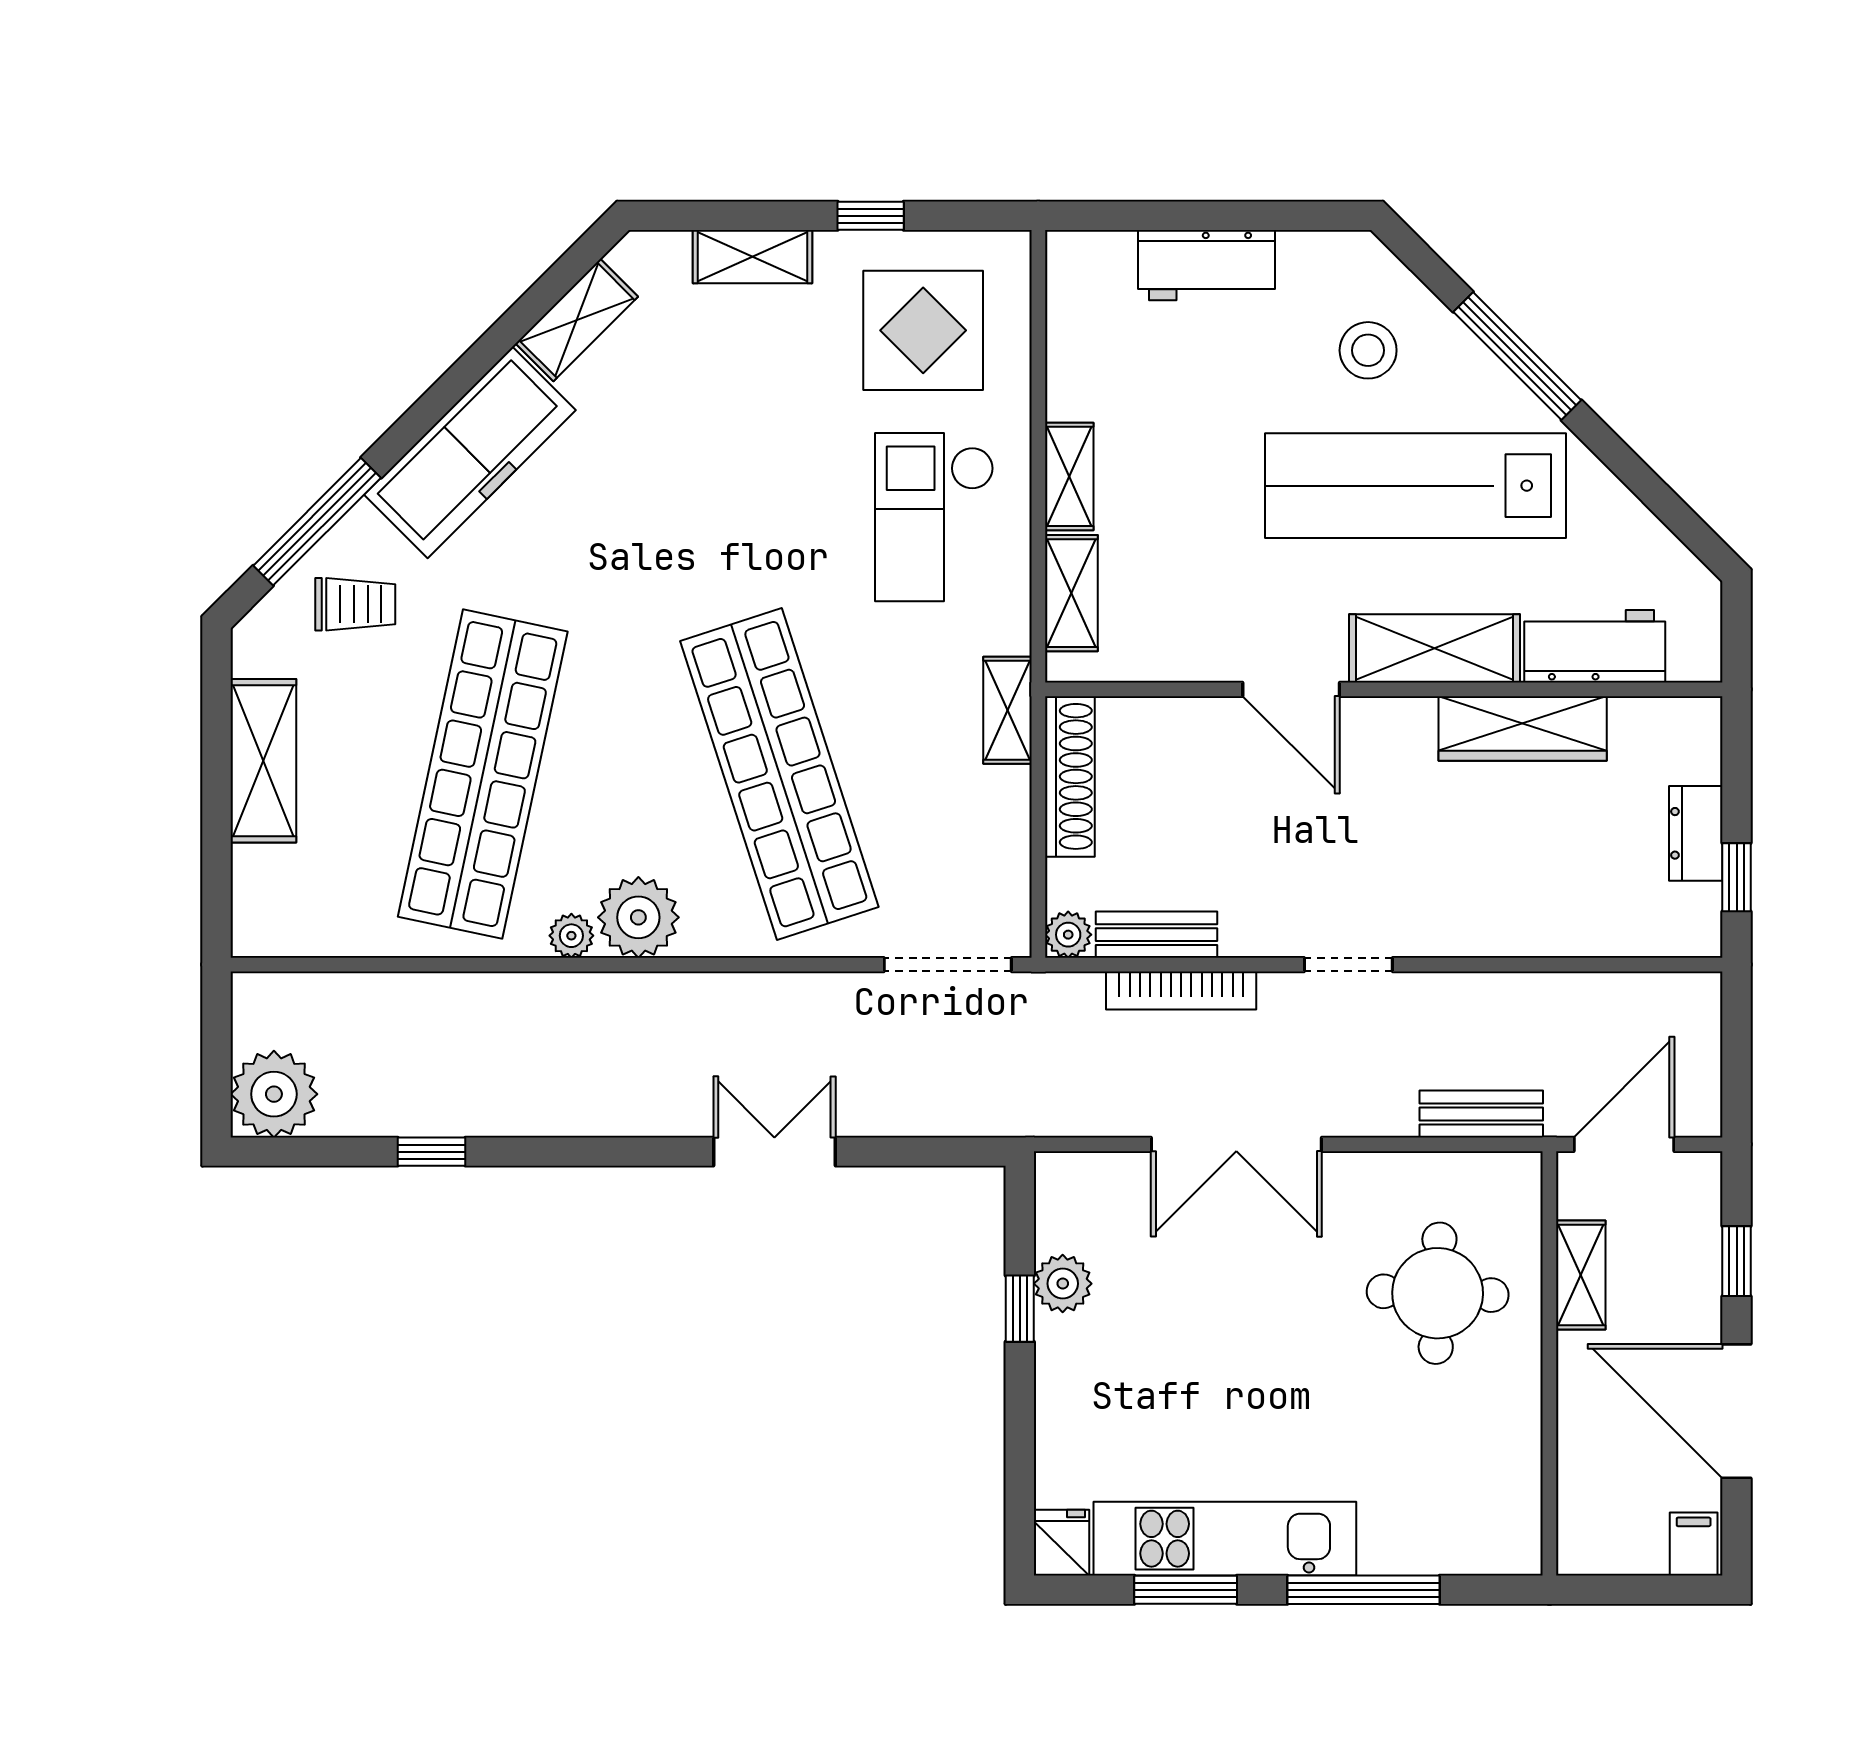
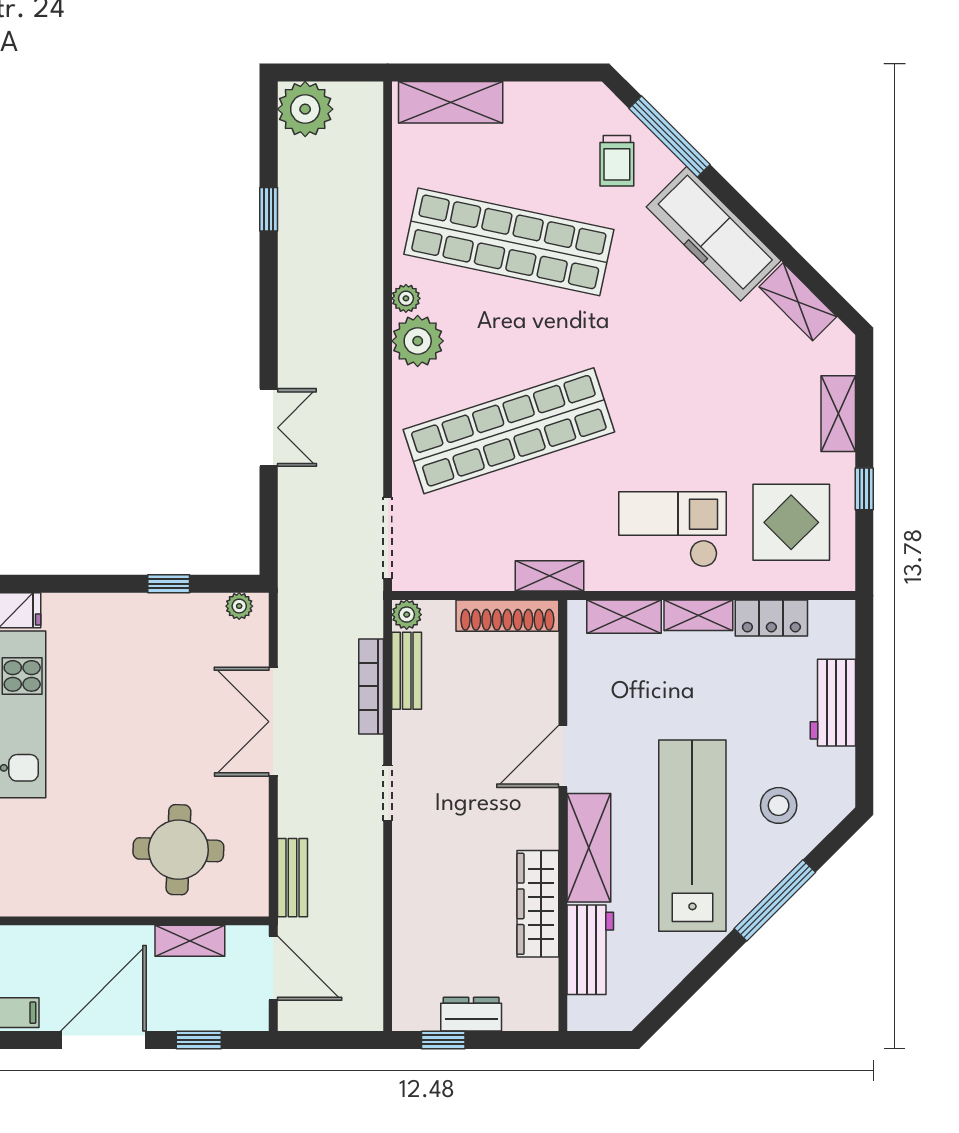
locker: (1074, 362) -> (771, 618), added
shelving: (263, 761) -> (451, 102), moved
plant: (1063, 1284) -> (239, 606), moved, width x0.73, depth x0.73

